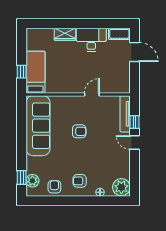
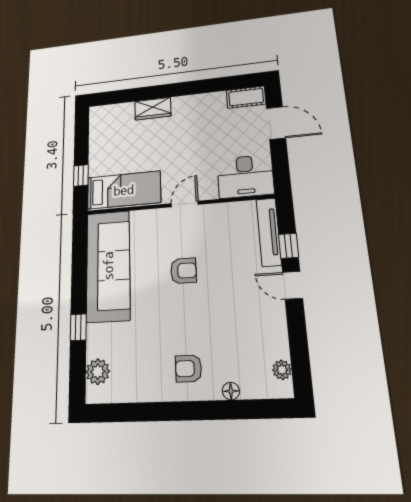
desk: (91, 40) -> (245, 176), moved, turned 180
bed: (35, 72) -> (124, 190), moved, turned 90
door: (92, 94) -> (185, 204), moved
window: (22, 178) -> (78, 327), moved
armchair: (54, 187) -> (140, 382), removed
plant: (121, 187) -> (282, 370), width x0.53, depth x0.53

